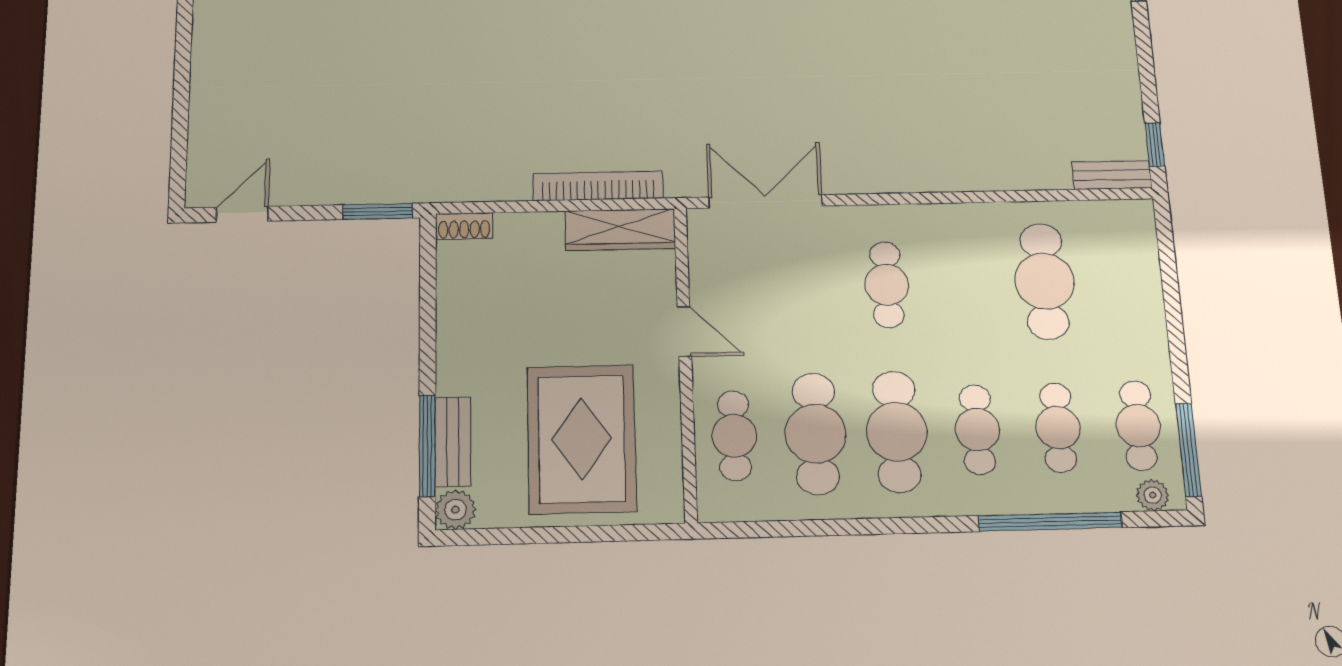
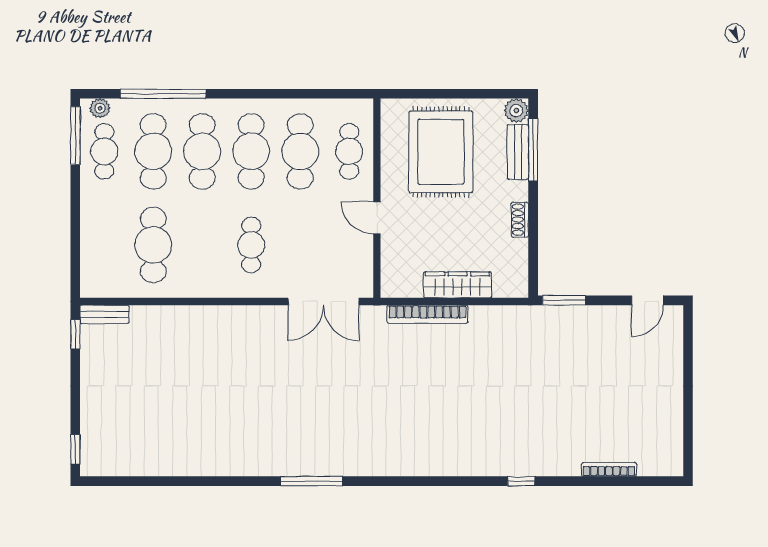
shoe rack: (464, 226) -> (520, 220), moved, turned -90
wardrobe: (620, 230) -> (457, 285), moved
cafe table: (1058, 428) -> (153, 151), width x1.37, depth x1.35
cafe table: (977, 430) -> (202, 151), width x1.37, depth x1.35

